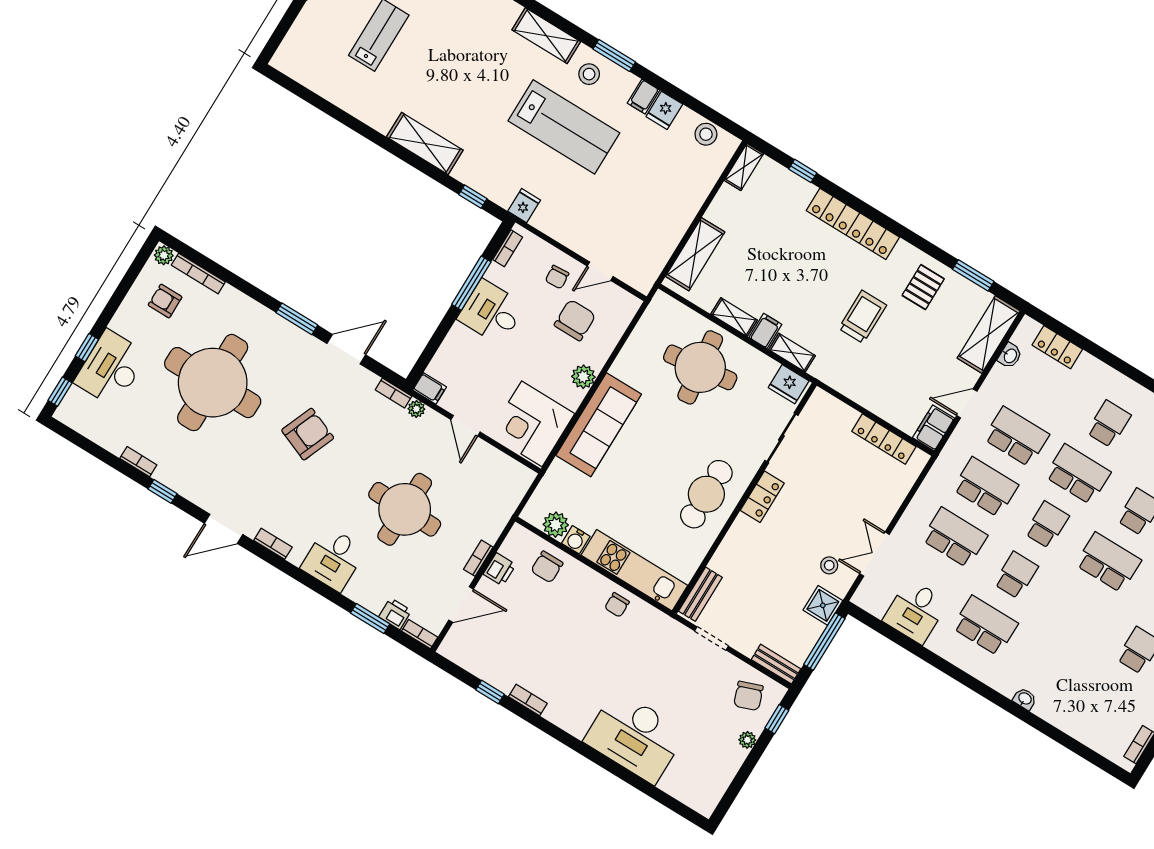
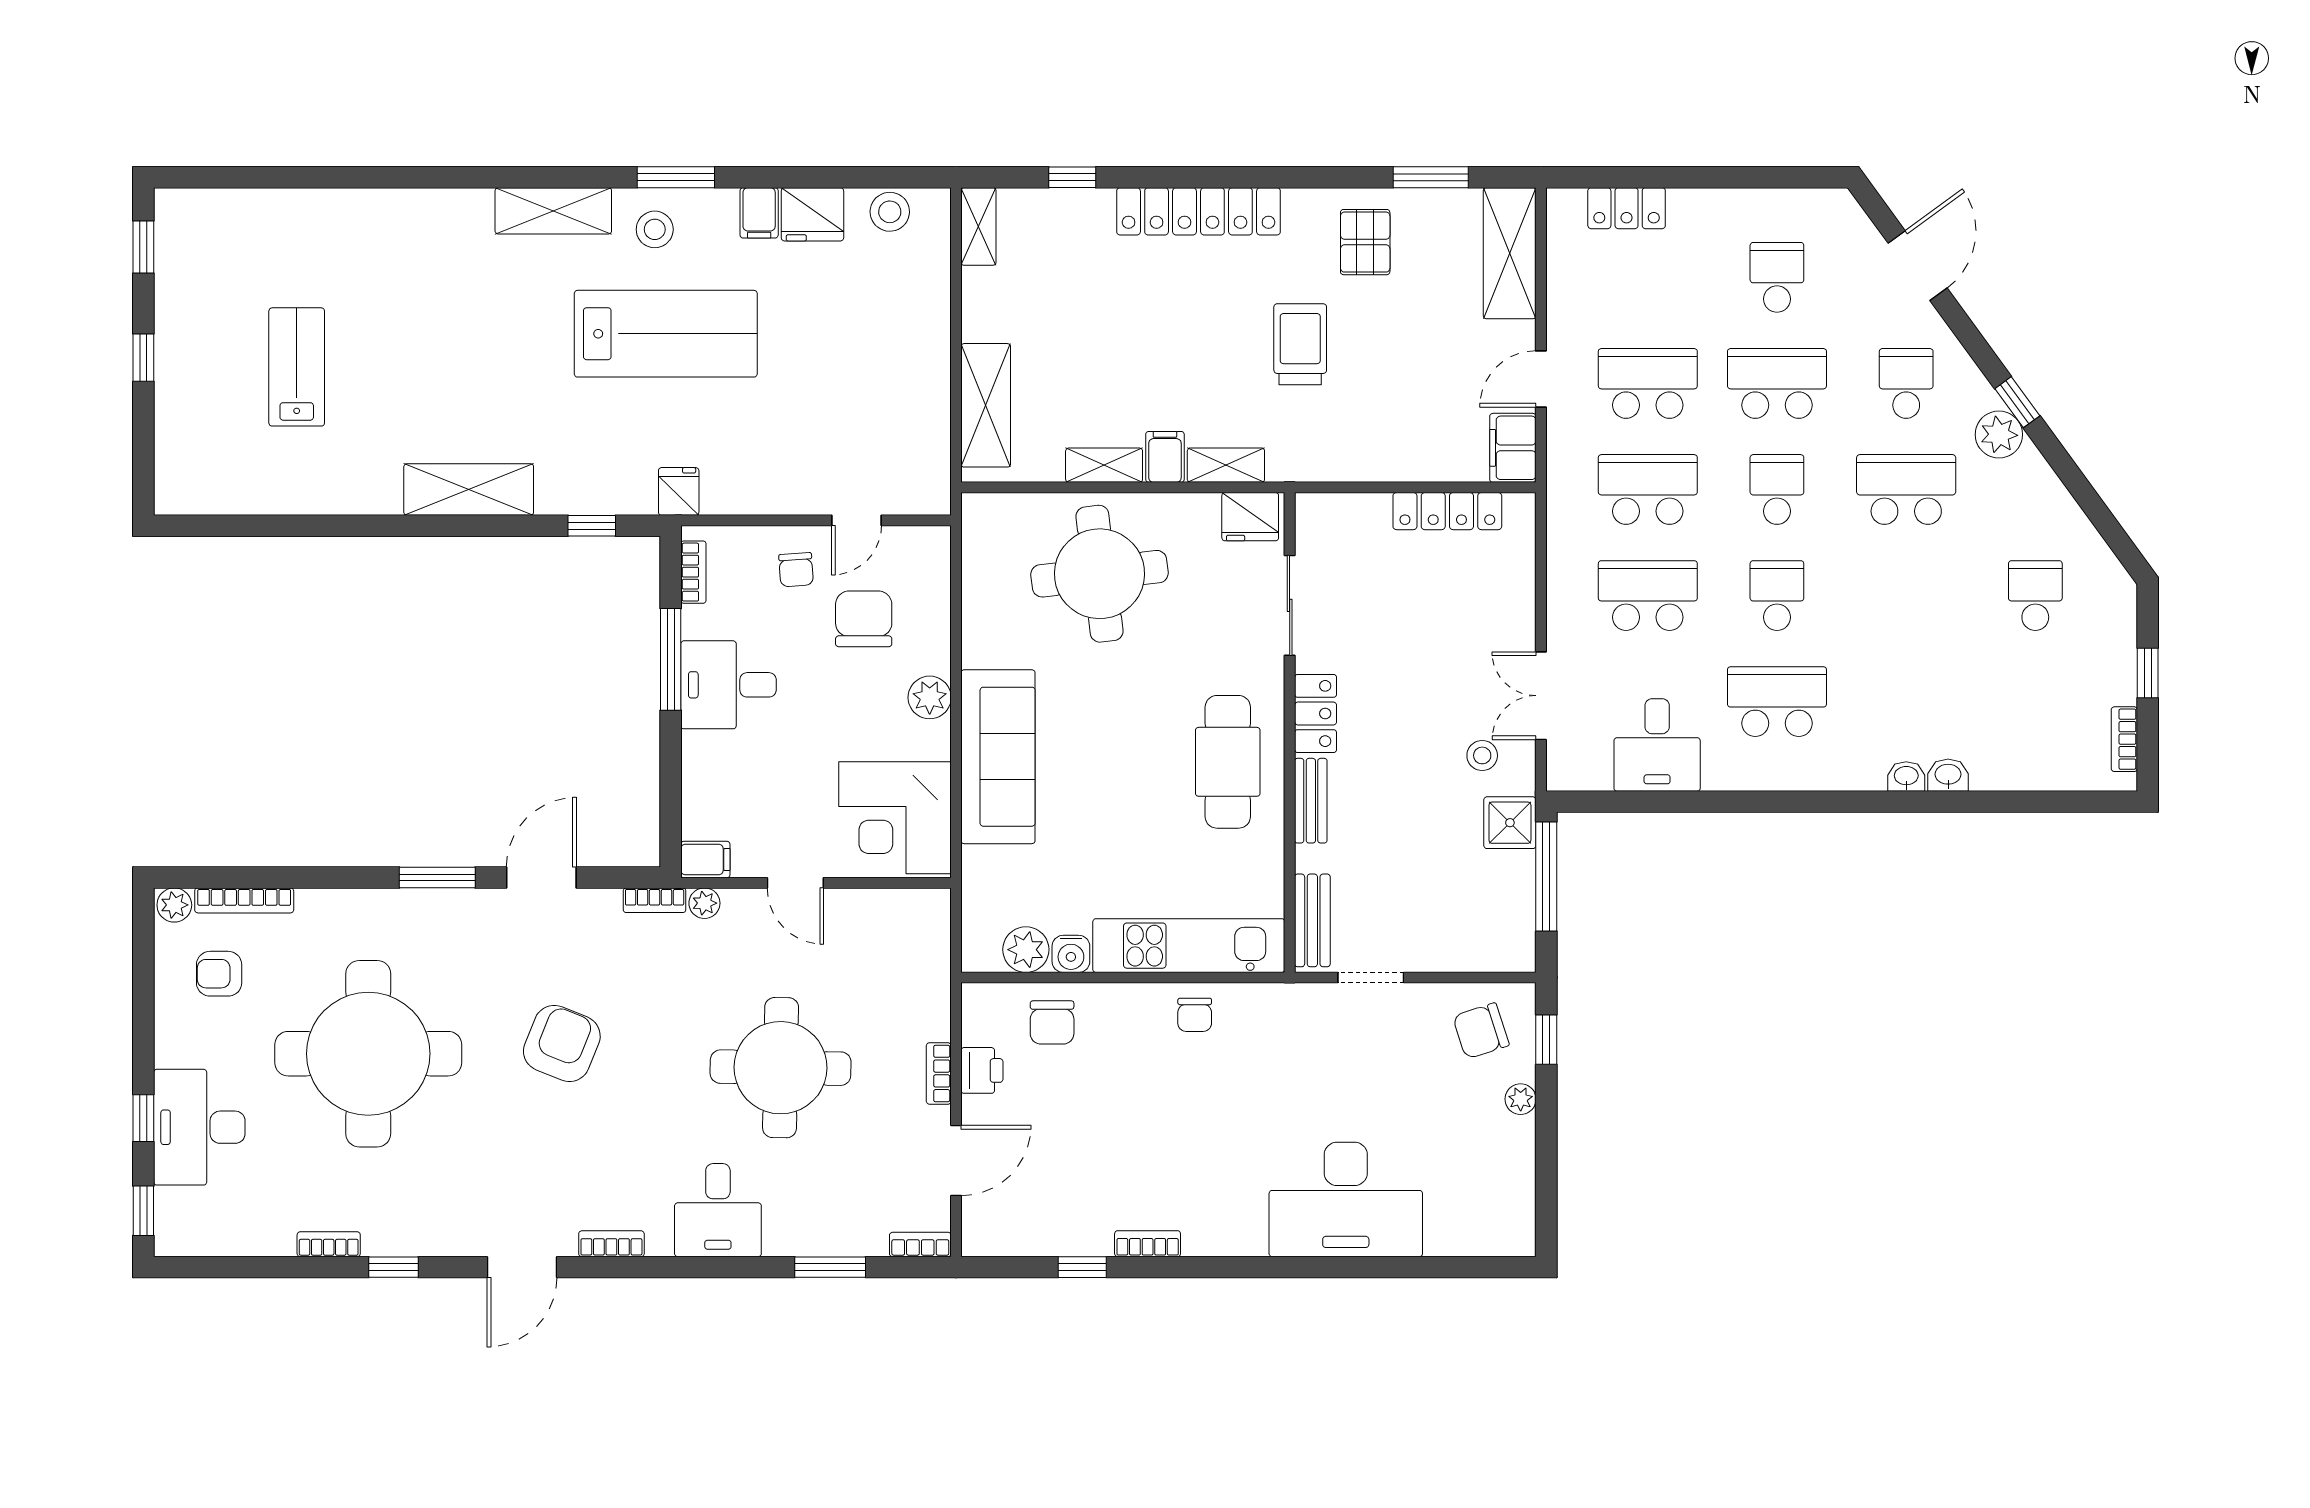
fridge: (664, 110) -> (812, 214), width x1.38
washbasin: (1010, 356) -> (1948, 775), moved, turned -90
printer: (395, 614) -> (864, 1236), removed
bench: (776, 664) -> (1311, 801), moved, turned 90
chair: (748, 696) -> (1481, 1031), turned 92

